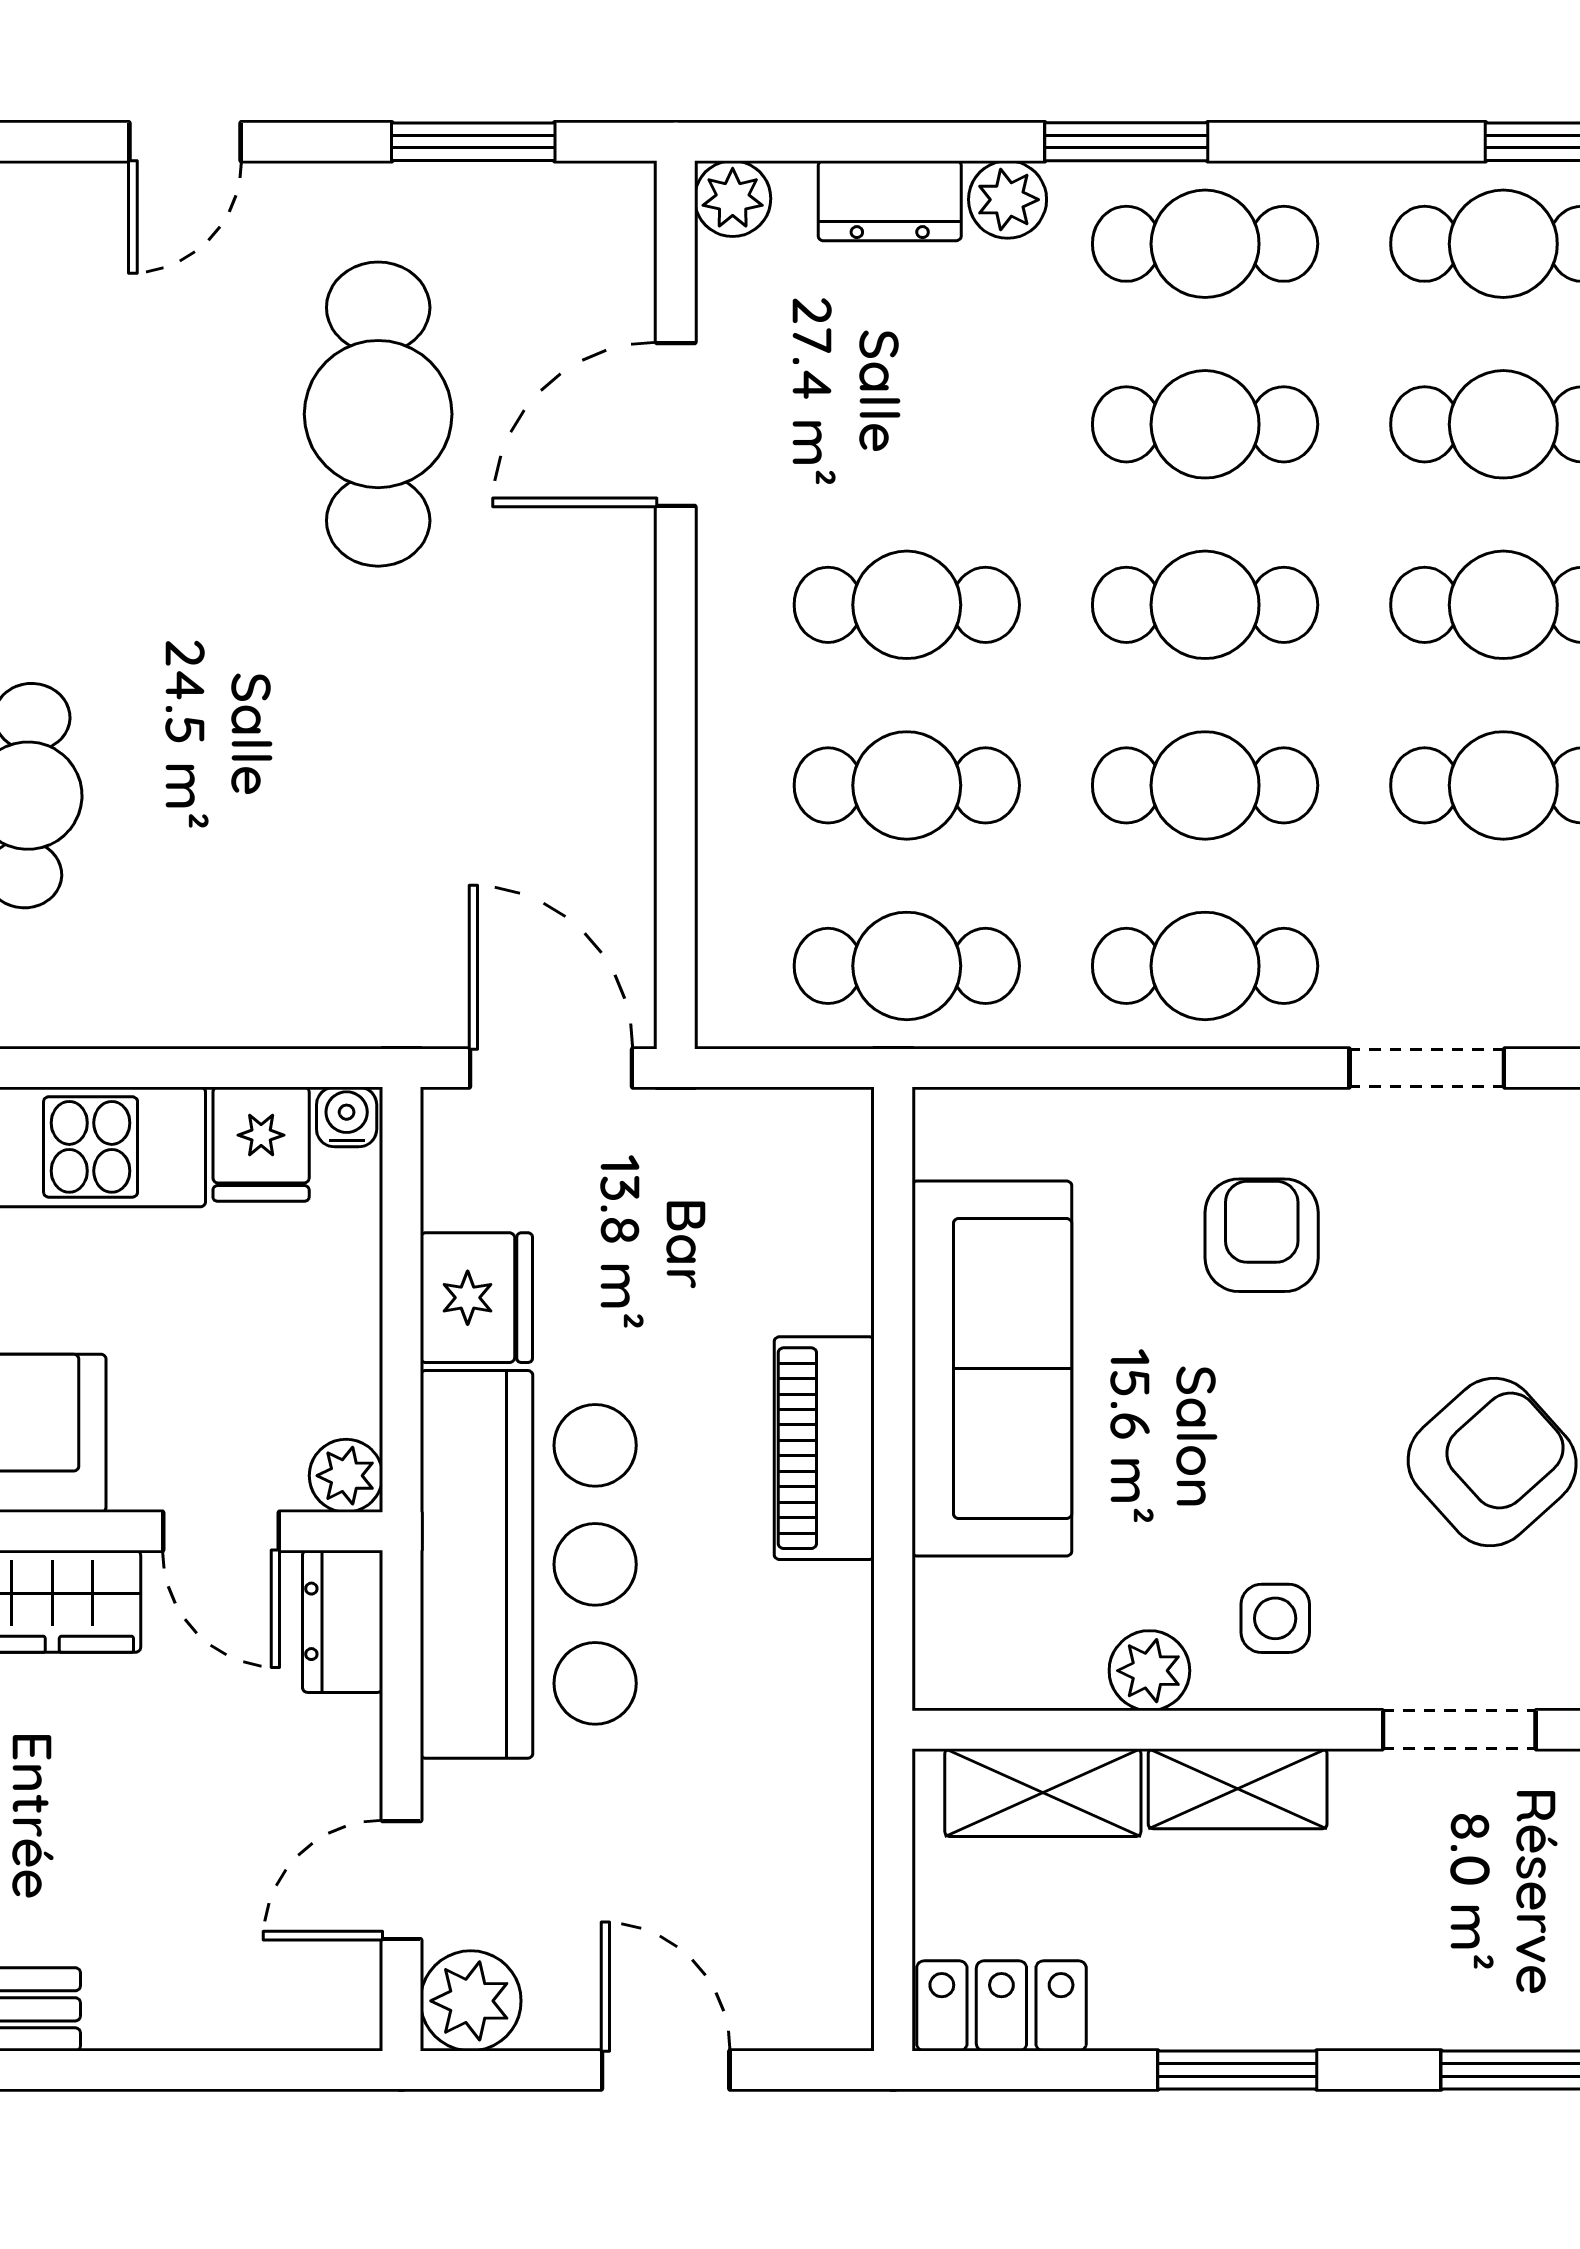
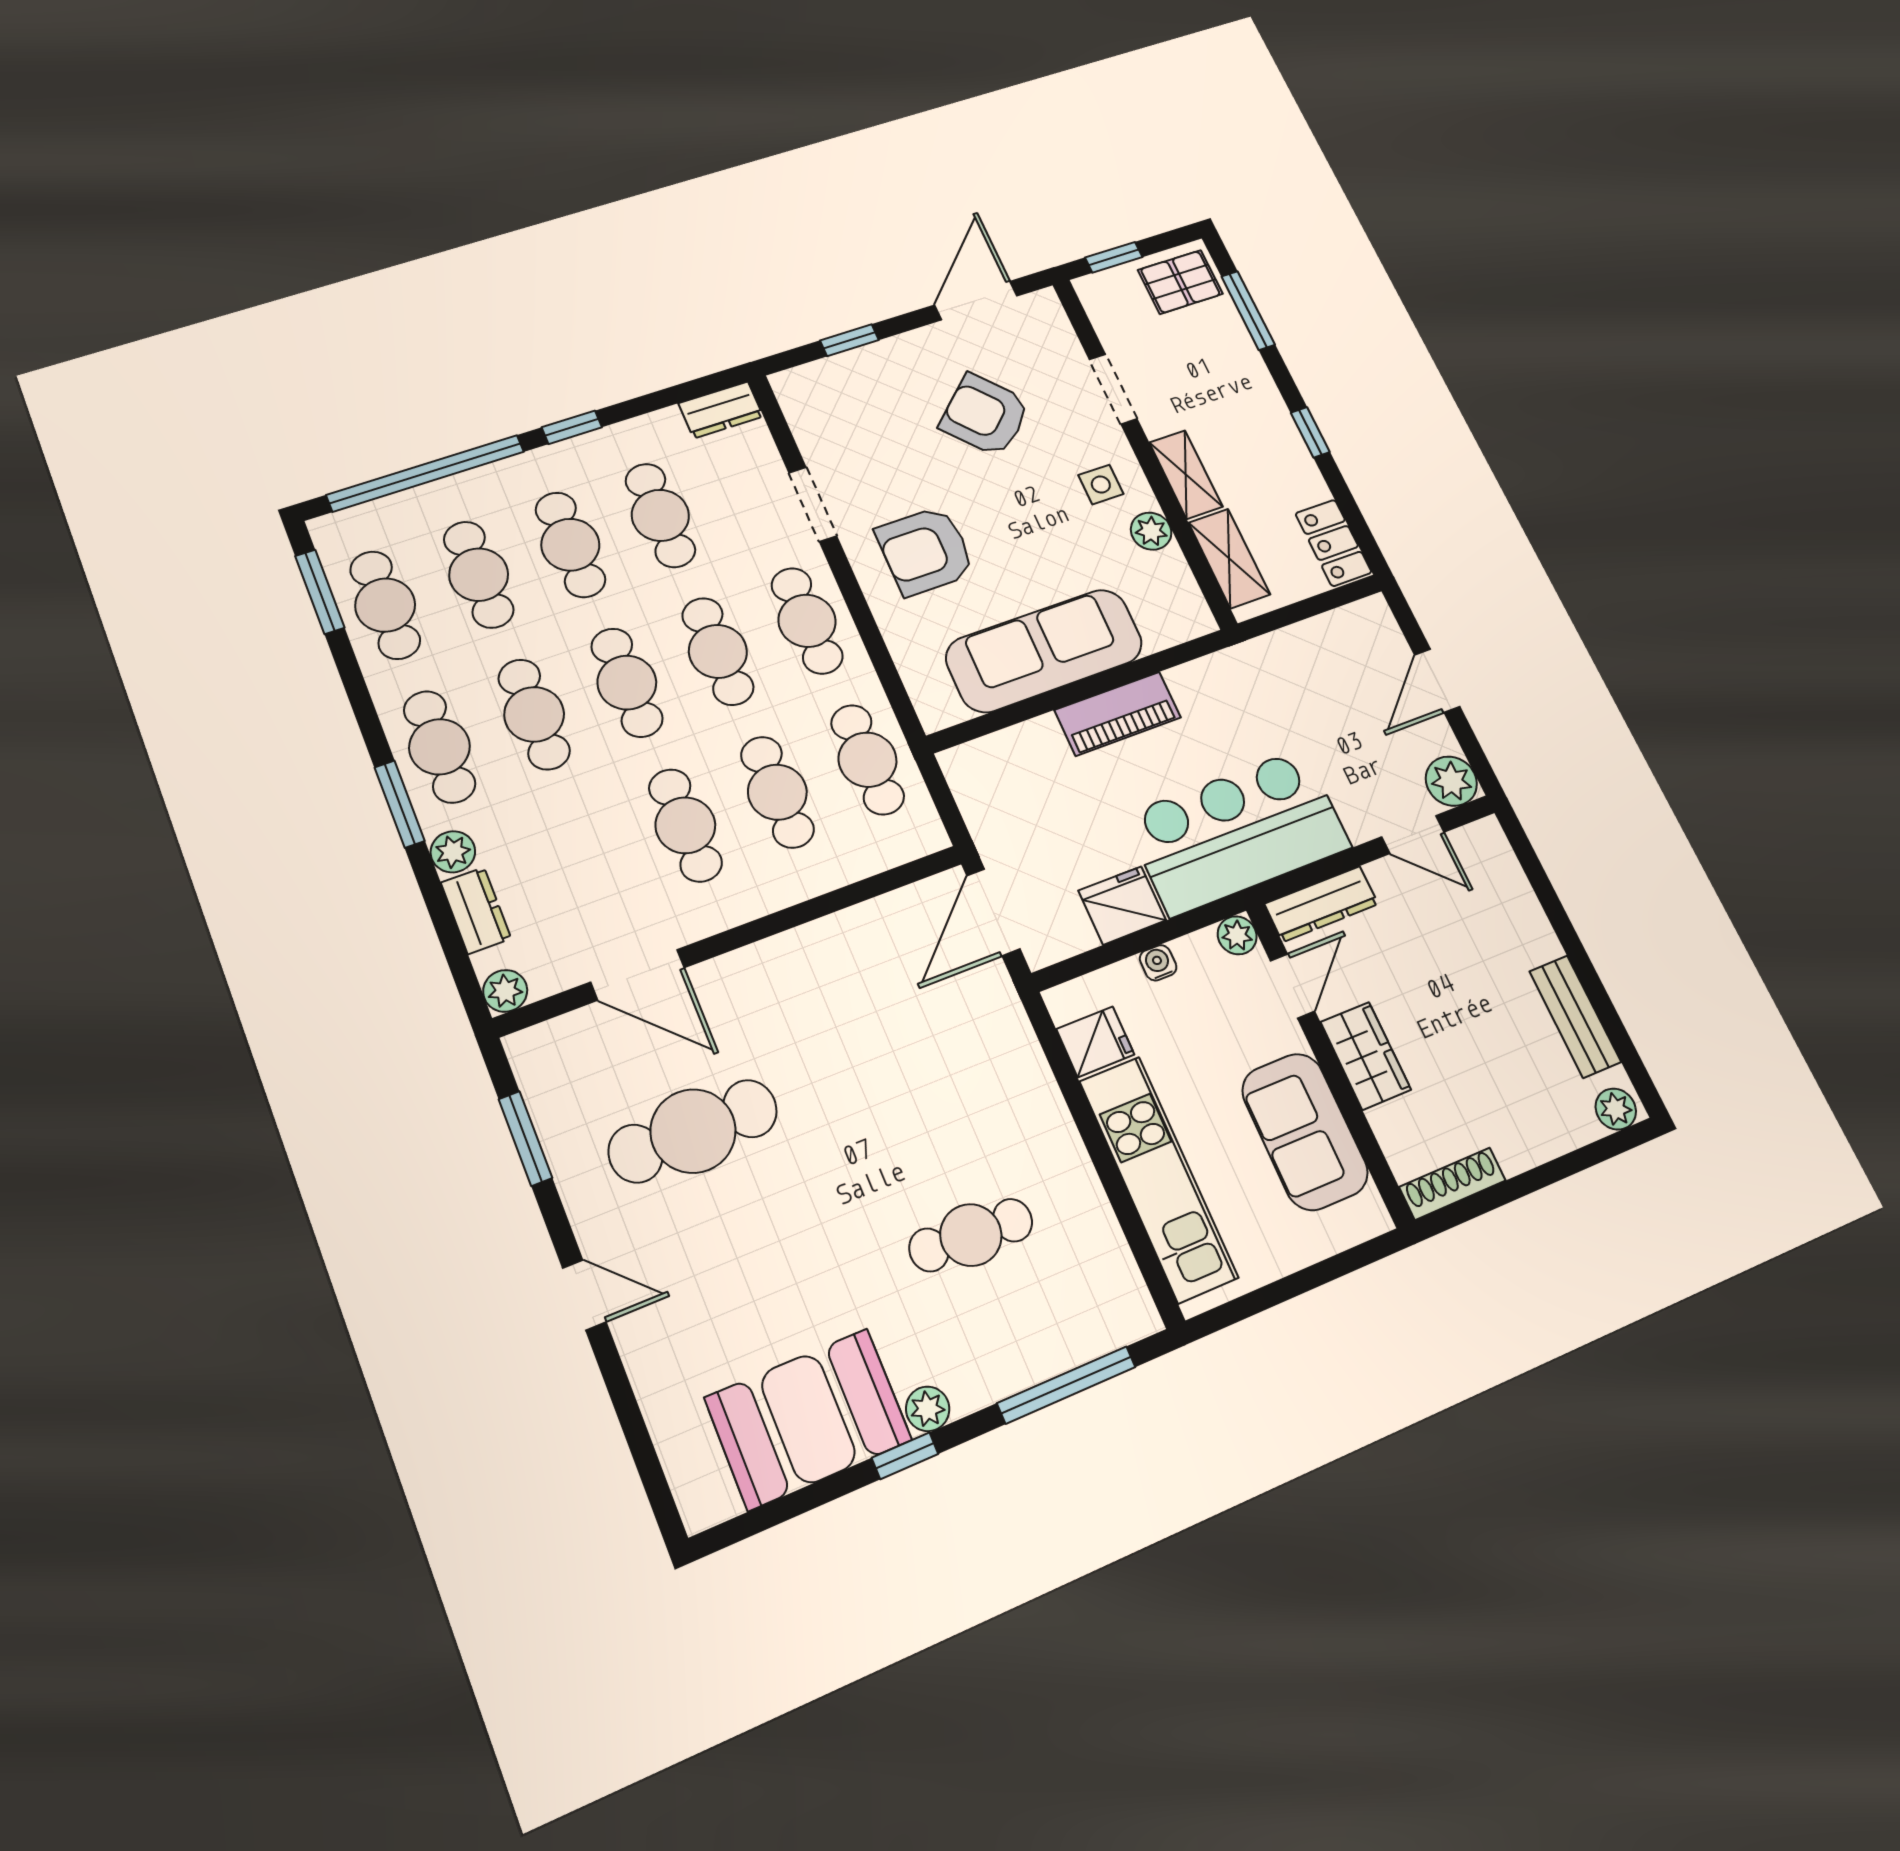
water cooler: (347, 1117) -> (1158, 963), moved, turned 90
armchair: (1262, 1235) -> (925, 551), width x1.38, depth x1.38
dresser: (343, 1621) -> (1321, 904), width x1.44
window: (1237, 2070) -> (1310, 432), width x0.67

